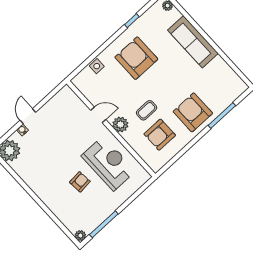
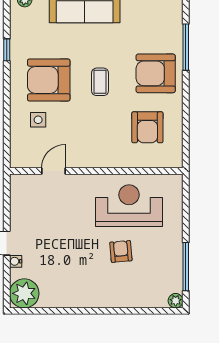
side table: (97, 66) -> (38, 120), moved
coffee table: (147, 110) -> (100, 82), moved
door: (98, 115) -> (53, 171), moved
plant: (120, 124) -> (101, 157), removed

